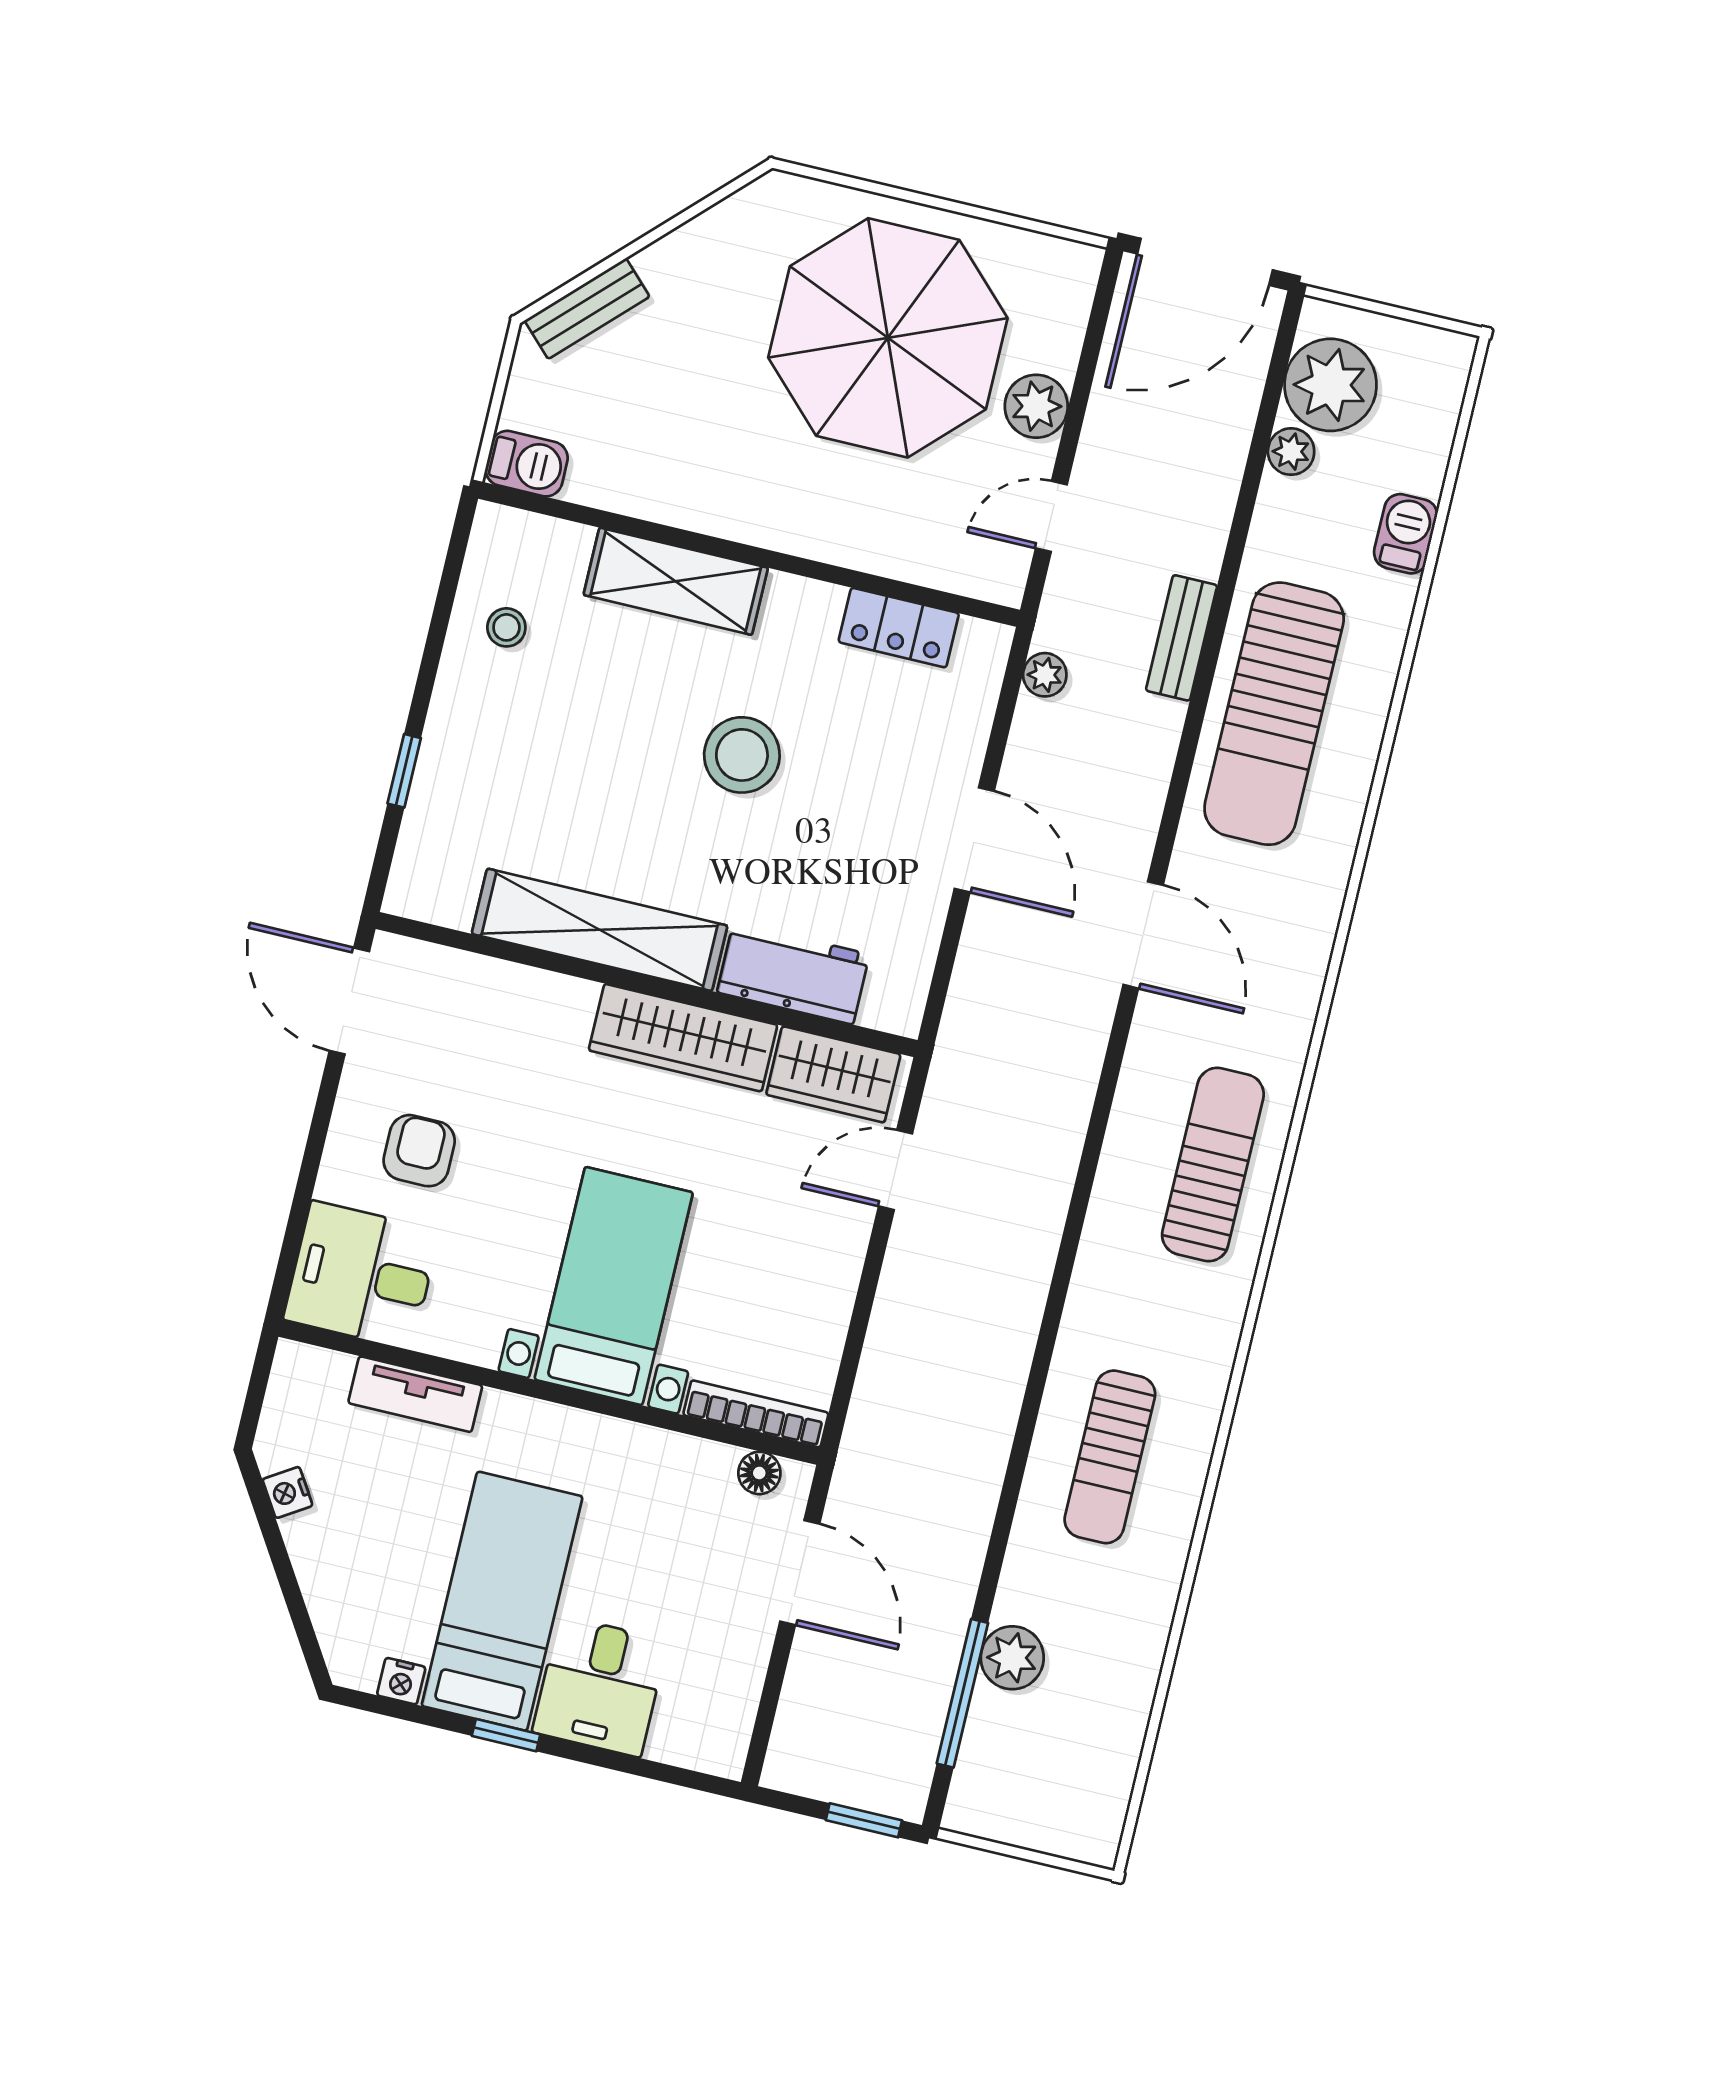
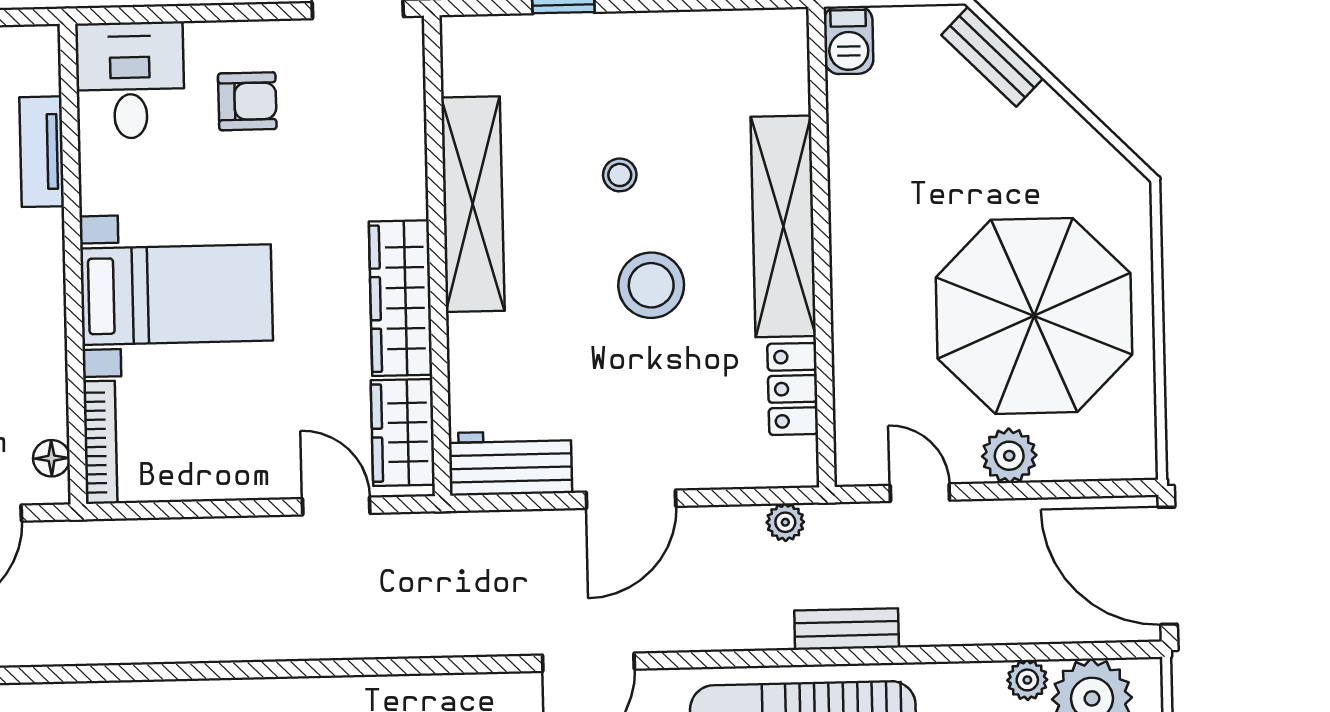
shelving: (676, 581) -> (783, 226), width x1.47
stool: (506, 627) -> (620, 175), moved
workbench: (793, 973) -> (510, 463), moved, turned -90

